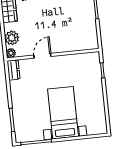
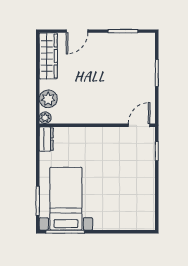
door: (42, 56) -> (139, 125), moved
bed with nightstands: (63, 113) -> (66, 199), moved

